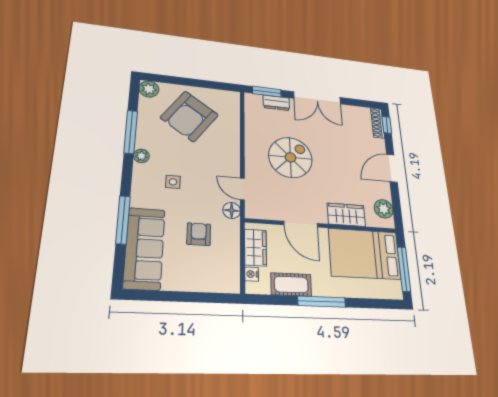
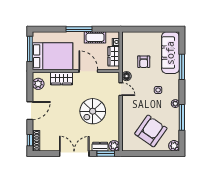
plant: (253, 101) -> (114, 146), added

